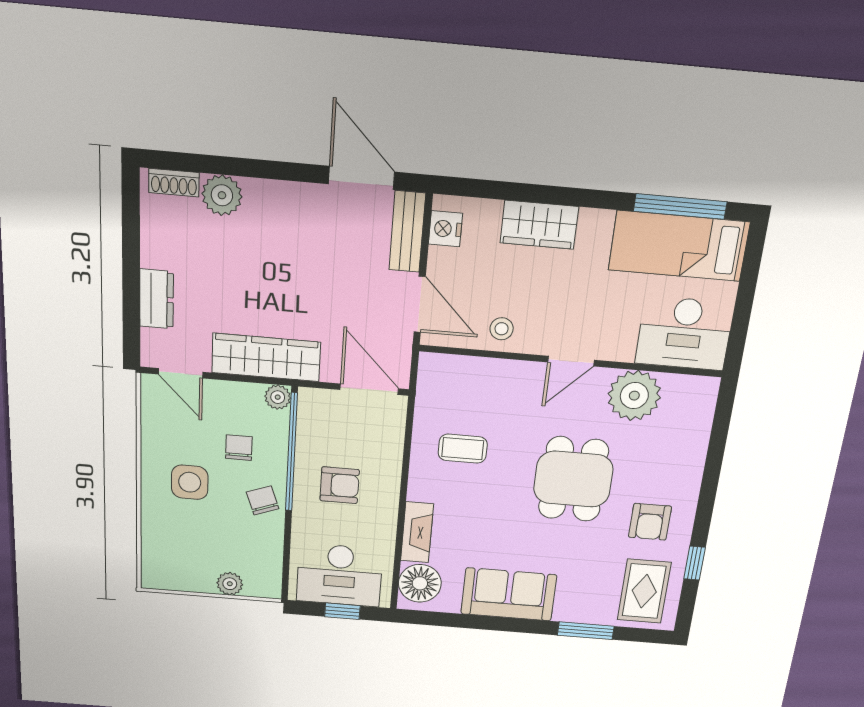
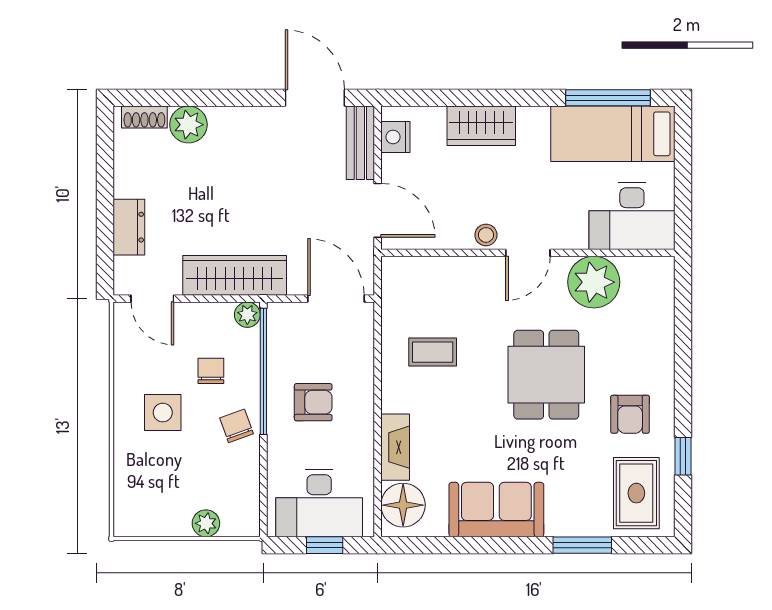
stool: (502, 329) -> (486, 235), moved

